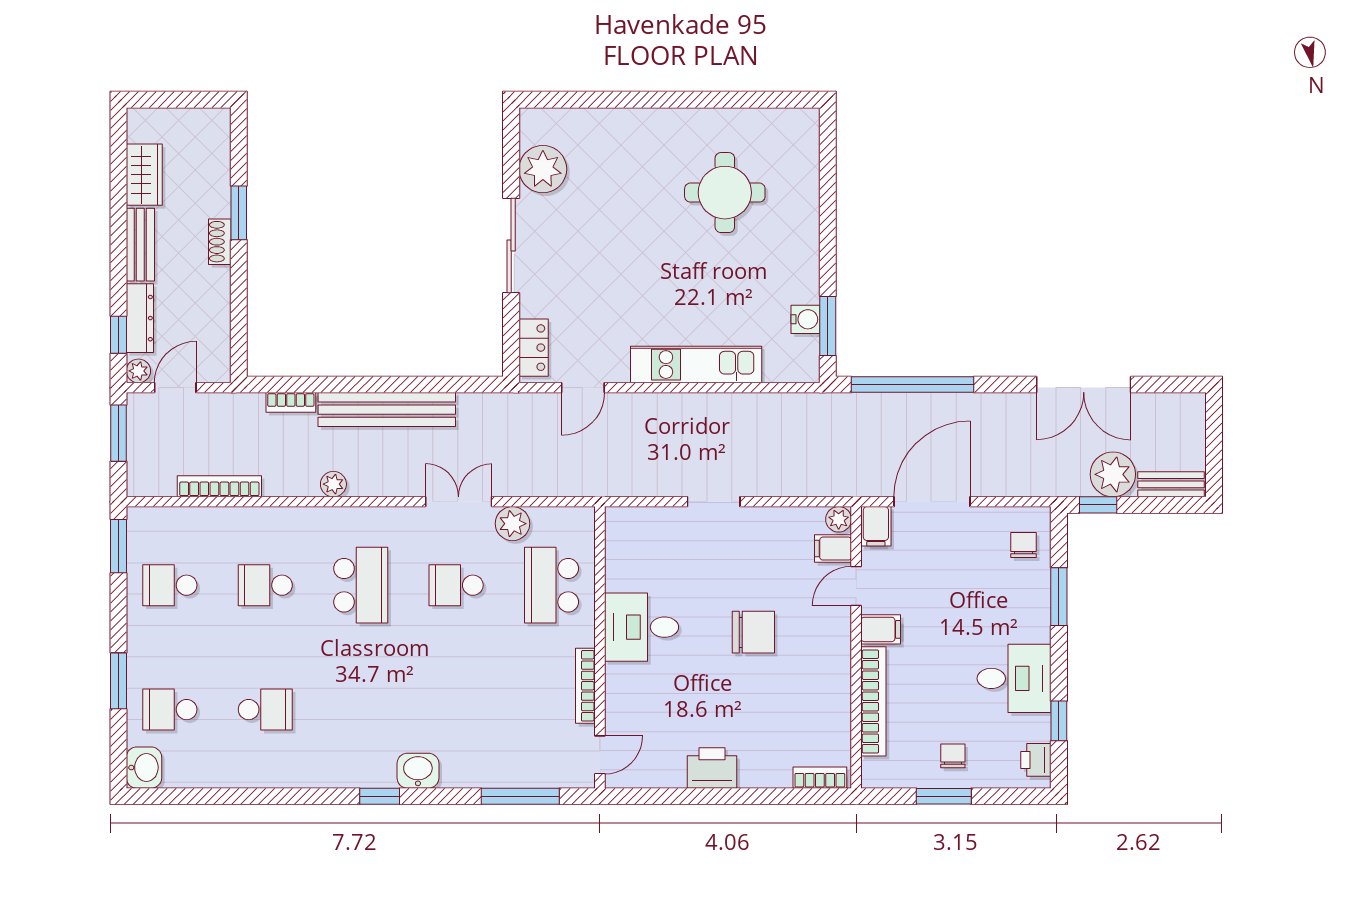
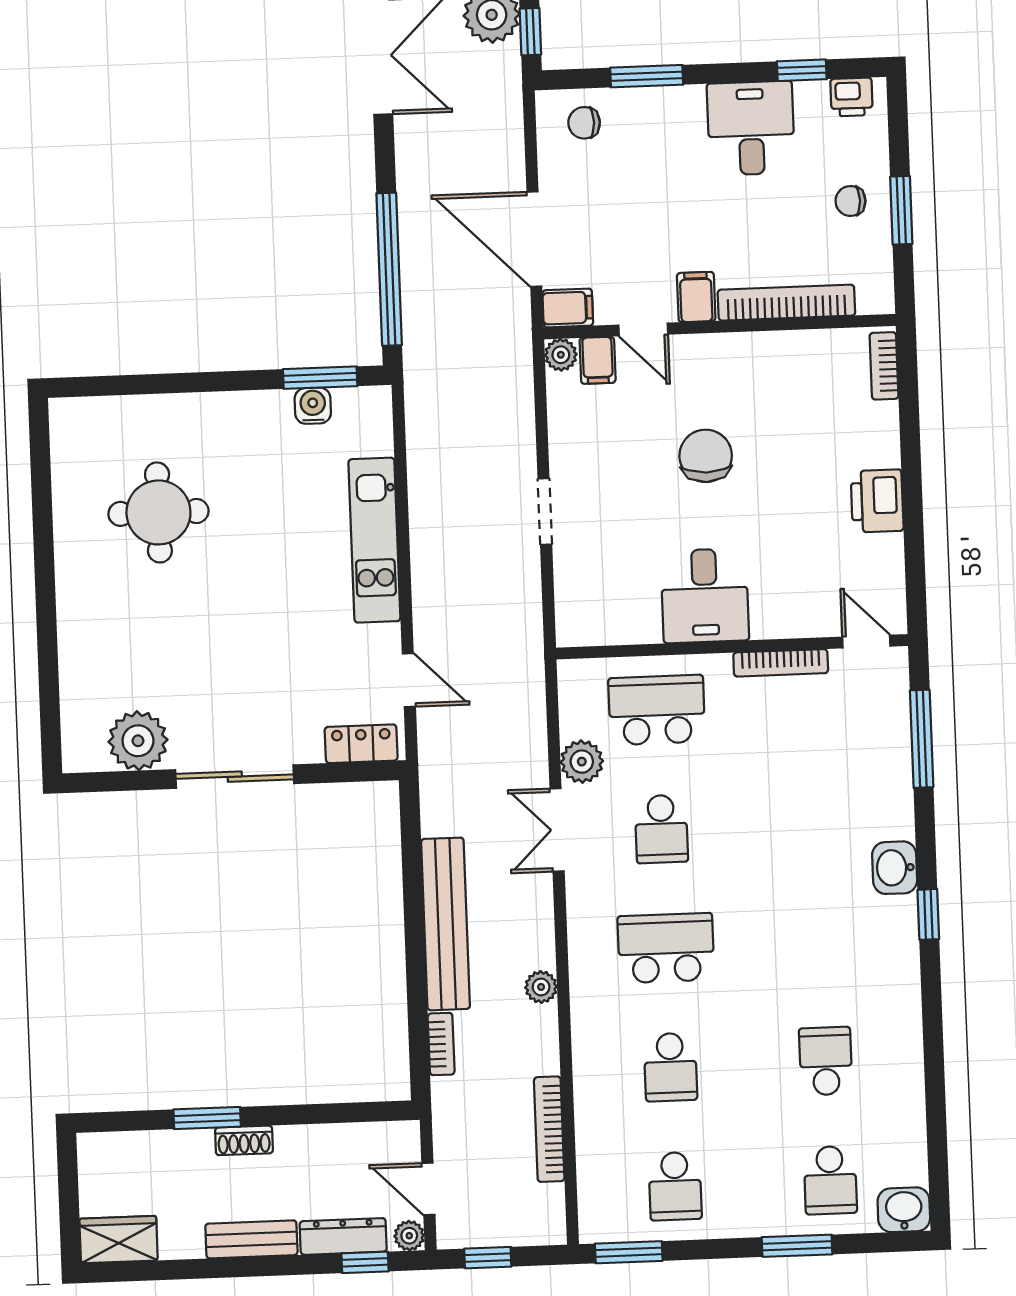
wardrobe: (144, 175) -> (119, 1240), moved
window: (118, 433) -> (488, 1258), width x0.67
school desk: (551, 585) -> (657, 710), turned 180

